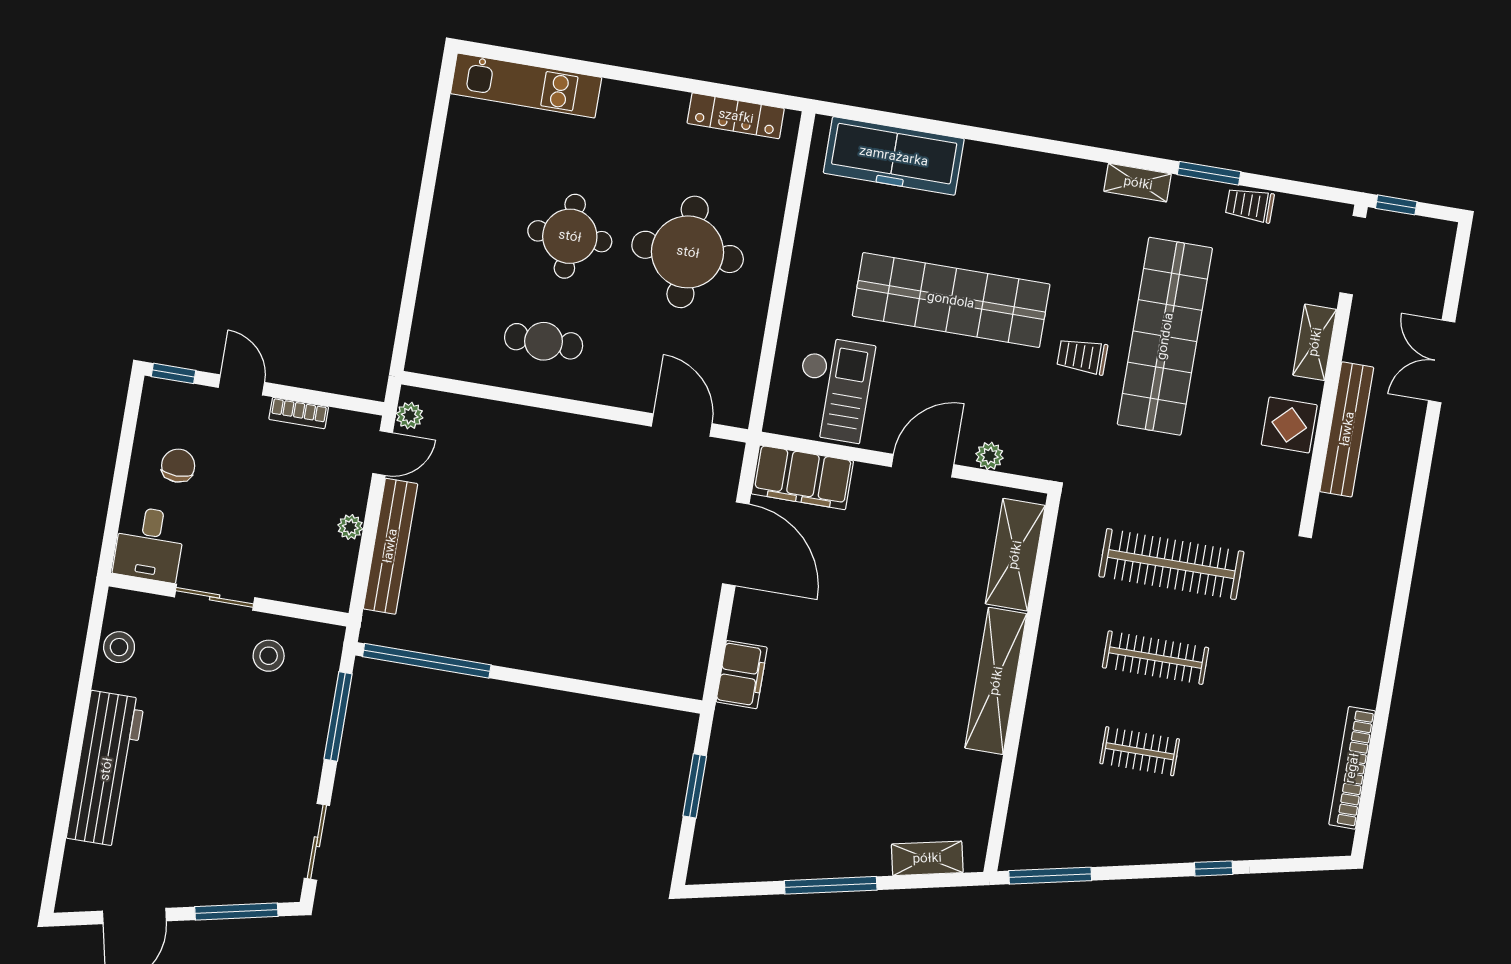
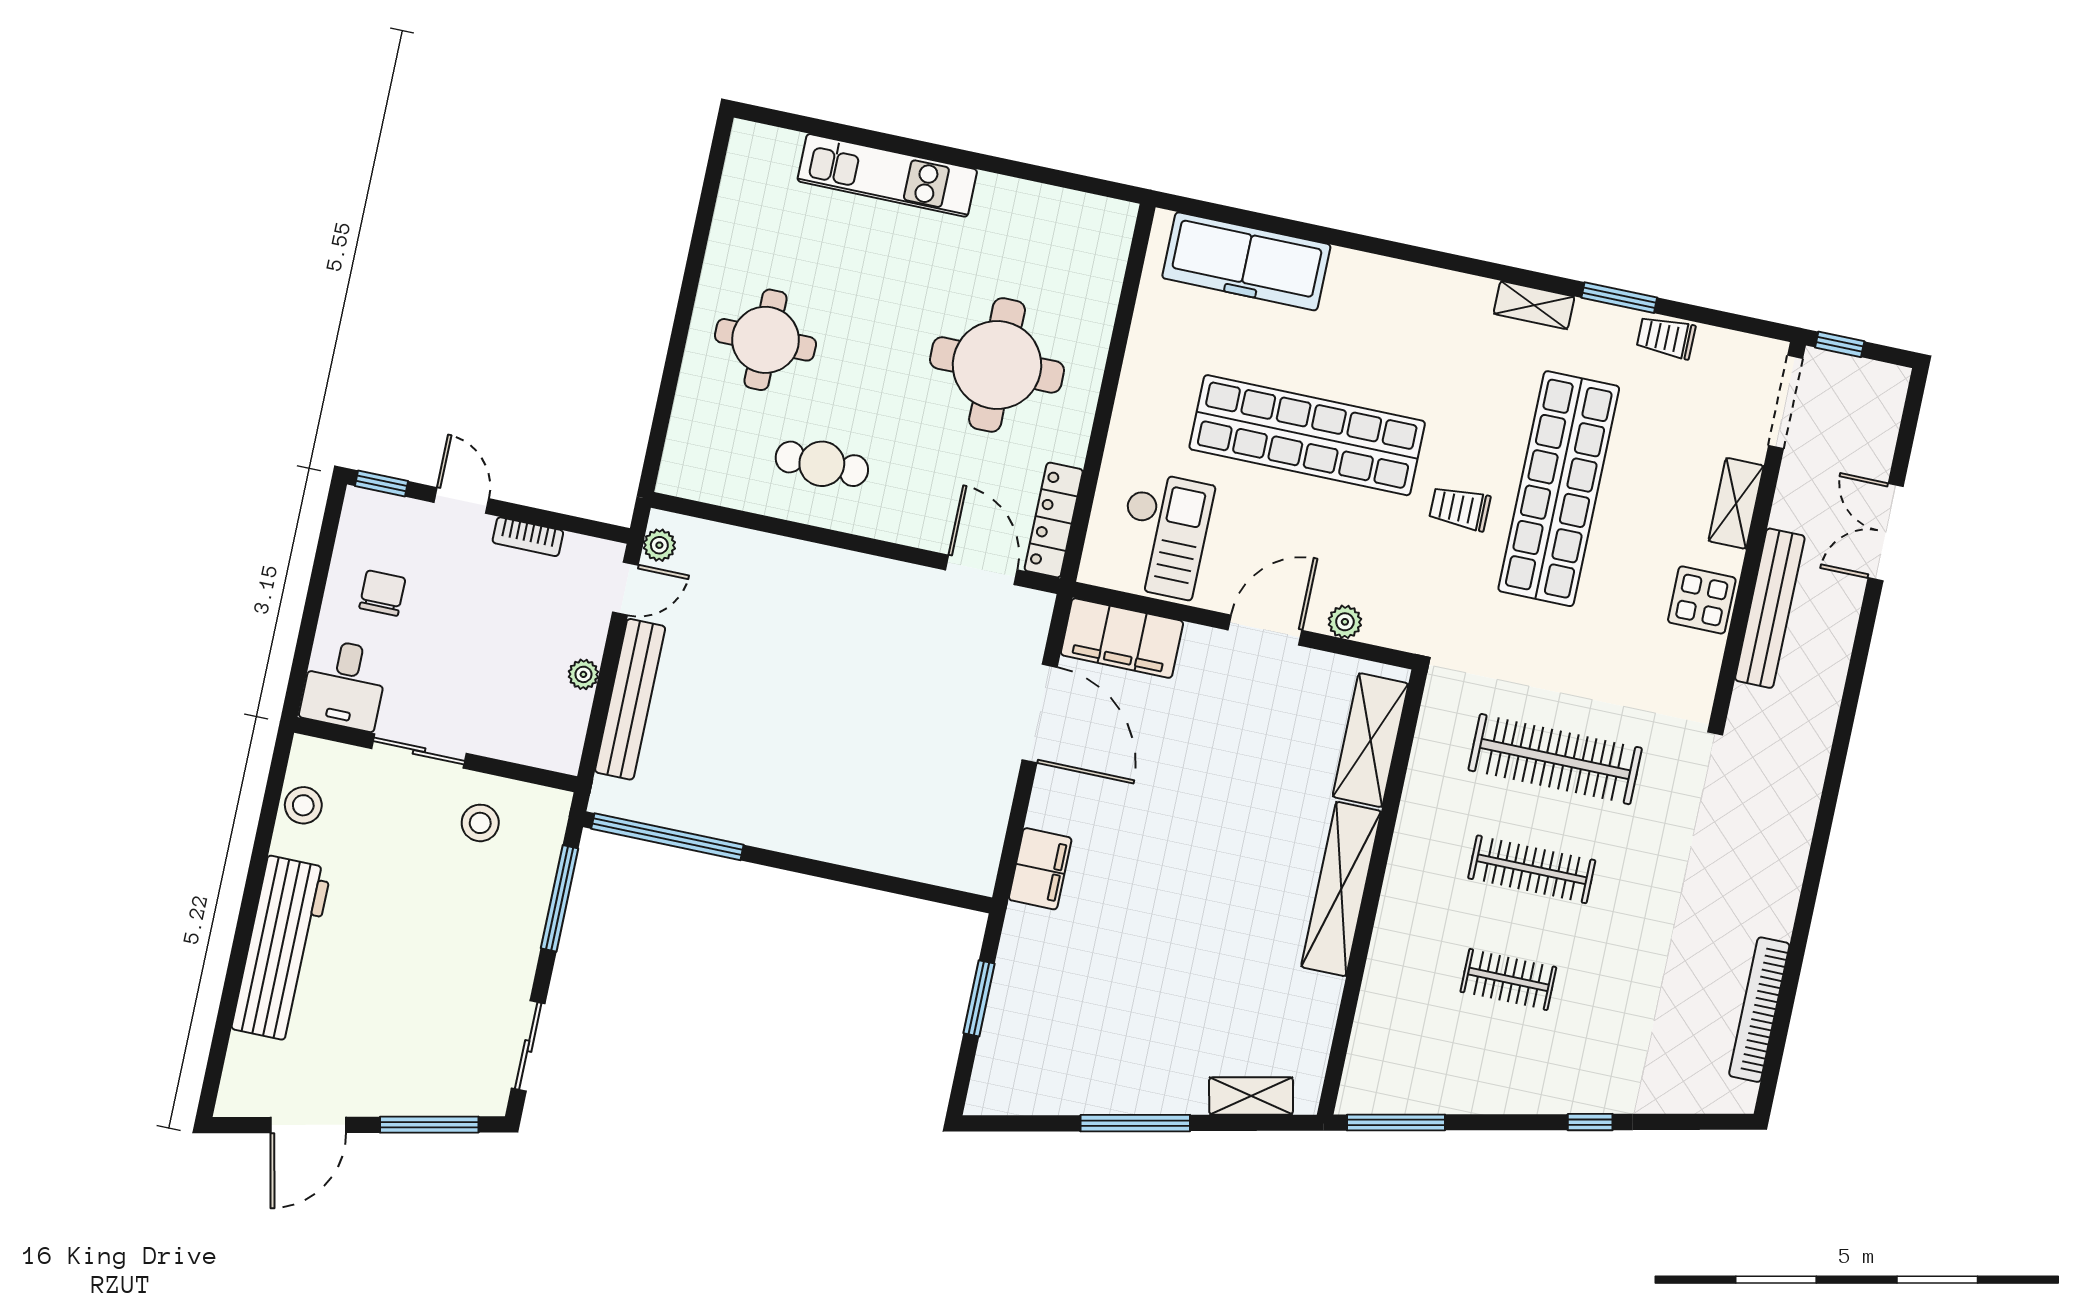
kitchen unit: (526, 86) -> (887, 175), moved
locker: (736, 116) -> (1054, 520), moved, turned 90
round table: (570, 236) -> (765, 340), moved

